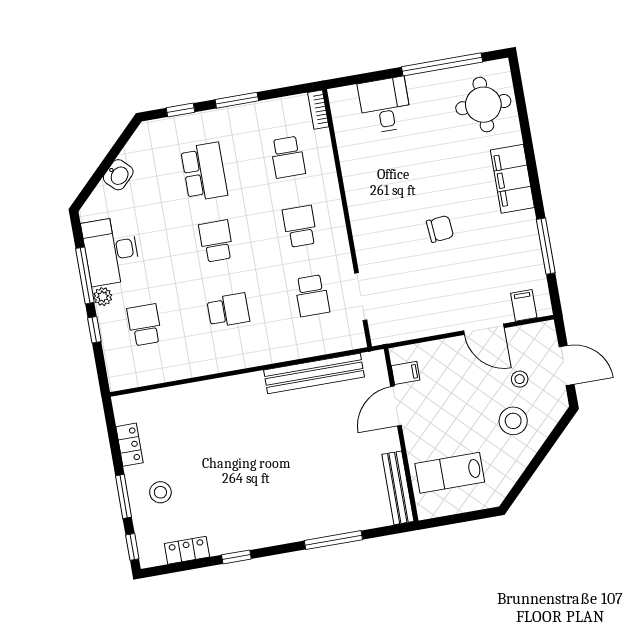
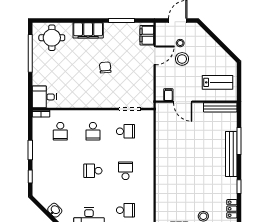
desk: (385, 105) -> (44, 97), moved
school desk: (288, 157) -> (60, 131), turned 90
school desk: (204, 172) -> (60, 171), removed
school desk: (300, 226) -> (93, 131), turned -90
filing cabinet: (524, 305) -> (147, 35), width x2.00
school desk: (144, 325) -> (126, 210), turned 180
bench: (314, 374) -> (231, 154), moved
stool: (513, 421) -> (182, 59), moved
lab bench: (450, 473) -> (217, 82), turned -90

